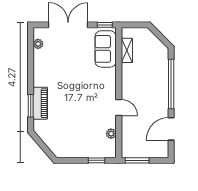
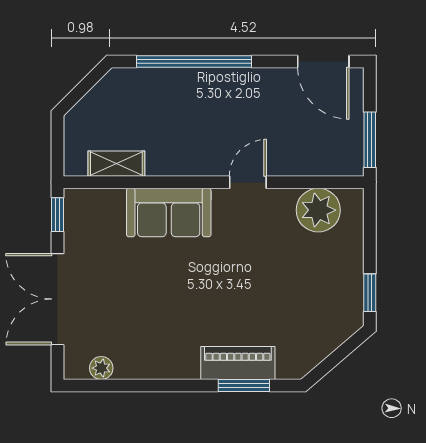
sofa: (106, 49) -> (169, 213), moved
door: (171, 129) -> (323, 62), moved
plant: (111, 134) -> (318, 210), width x1.87, depth x1.87
window: (96, 160) -> (370, 293), moved

